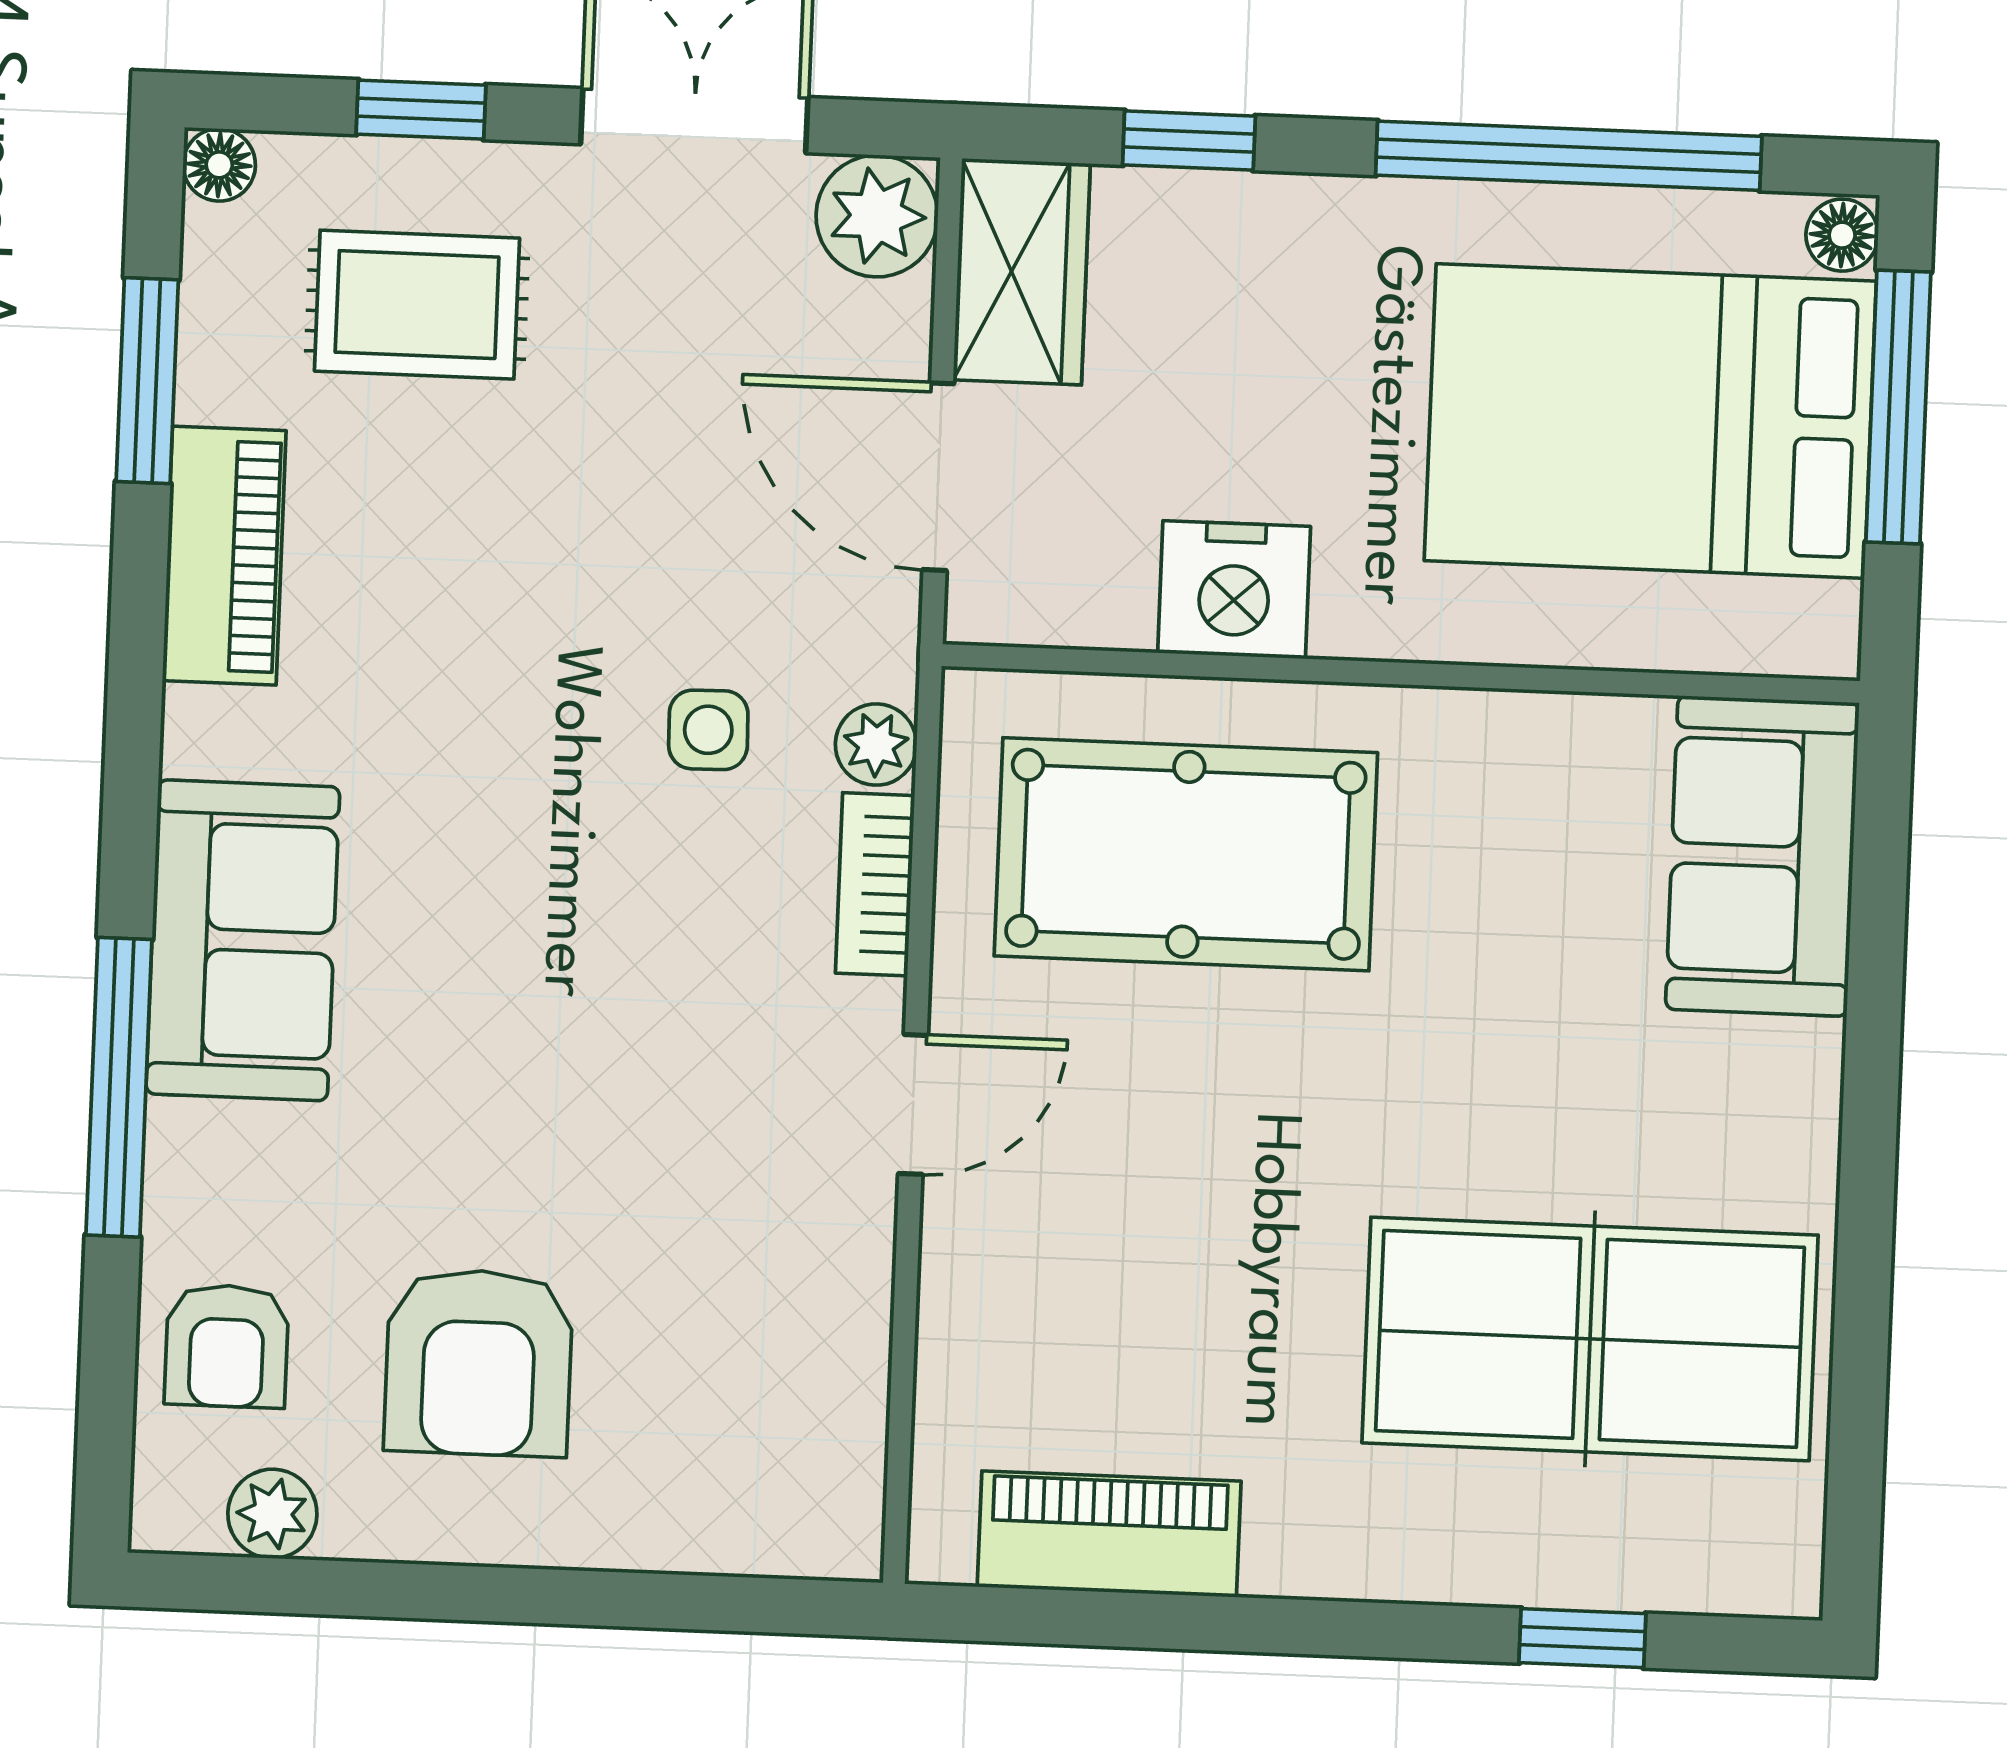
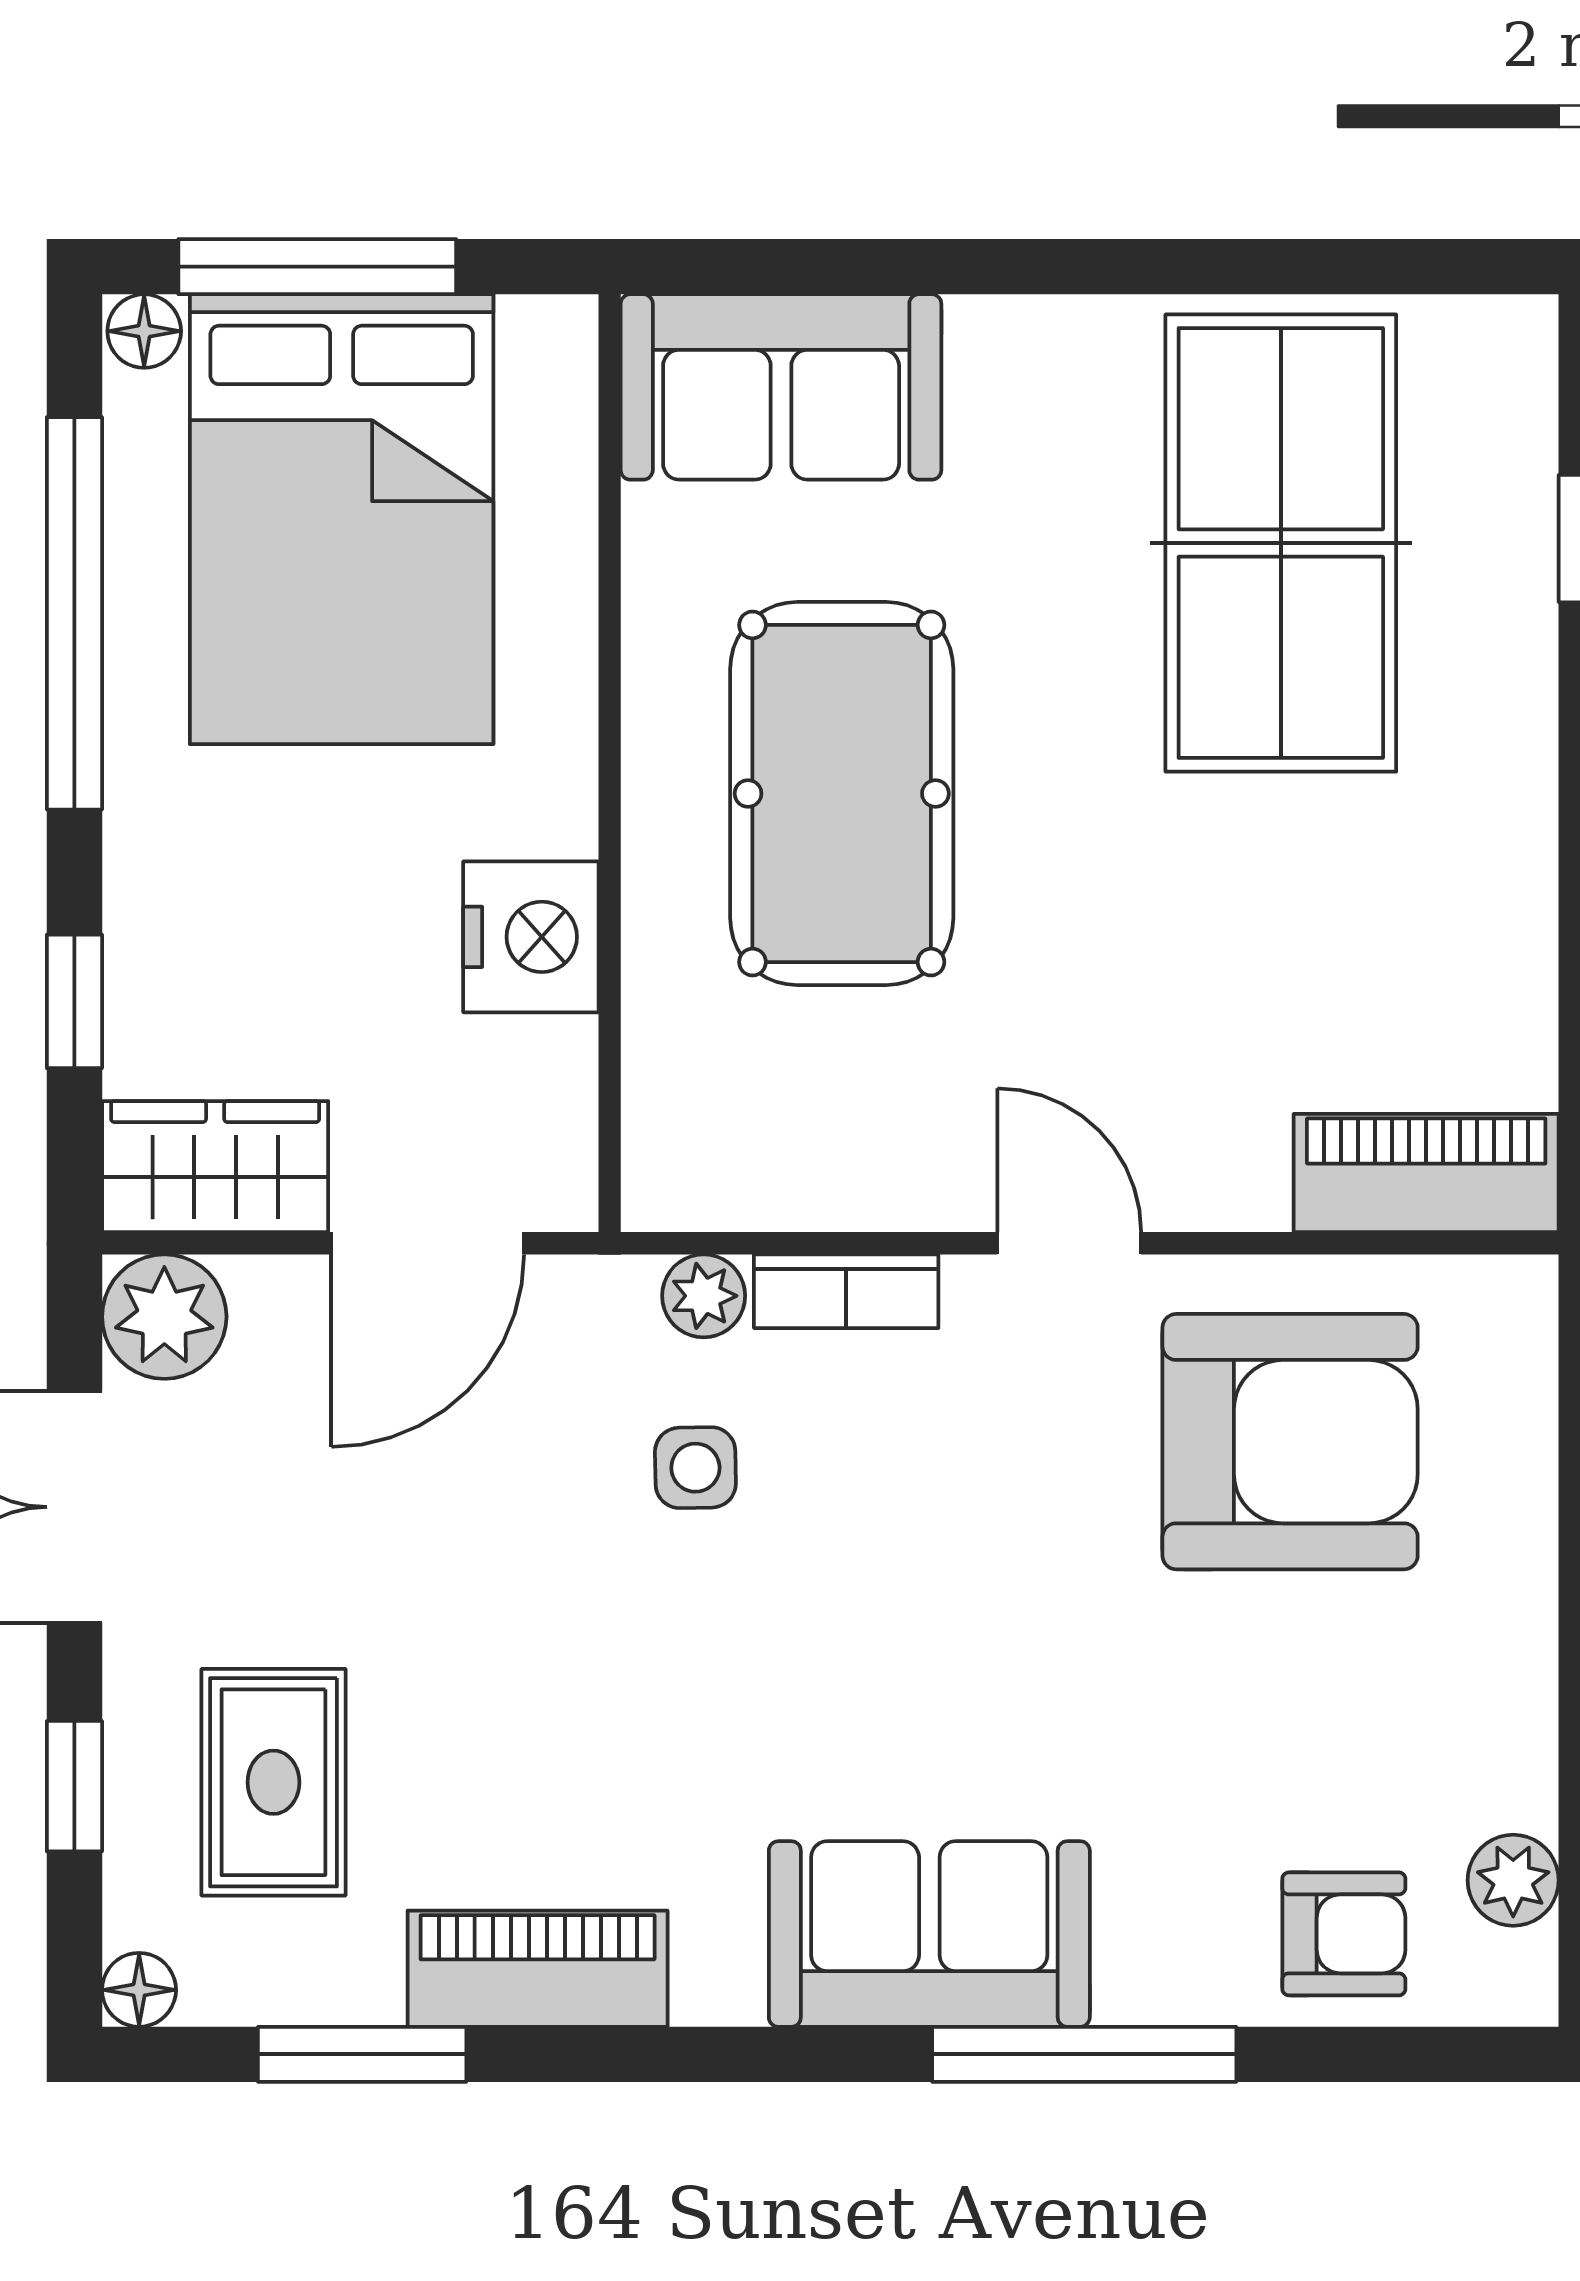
pool table: (1186, 854) -> (842, 794), moved
armchair: (478, 1362) -> (1290, 1442), moved, width x1.36, depth x1.36
piano: (1109, 1534) -> (1426, 1173), moved, turned 90

